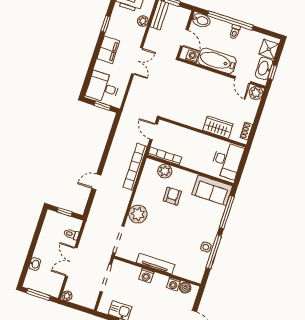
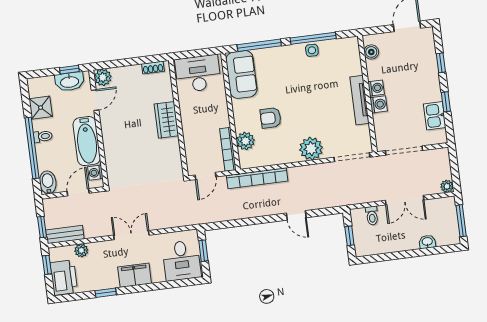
shower: (269, 49) -> (41, 108), moved
wardrobe: (218, 127) -> (166, 120), moved
washing machine: (173, 284) -> (376, 88), moved

